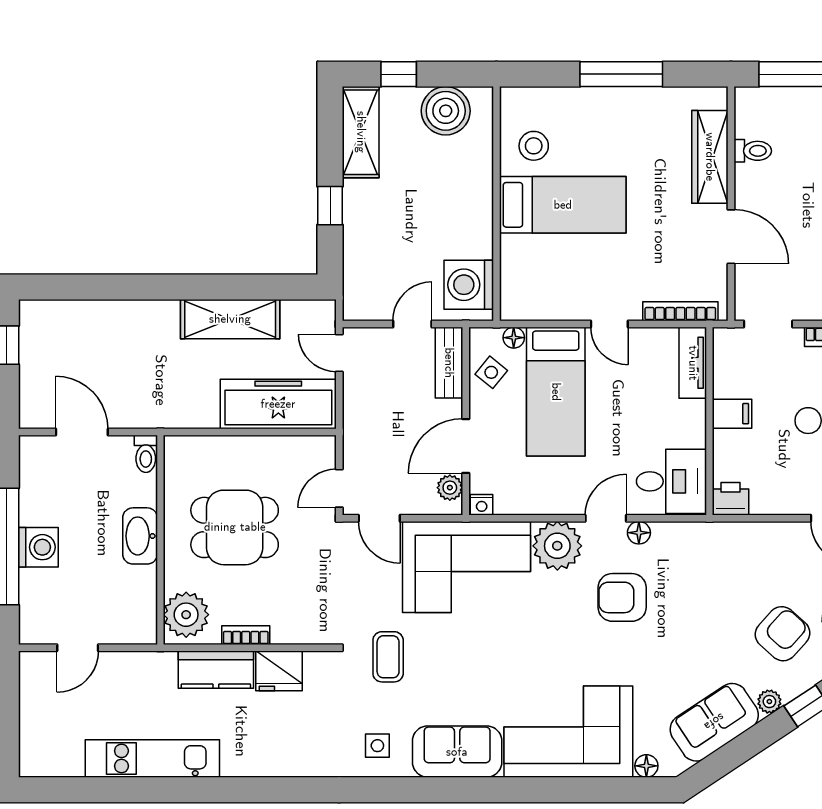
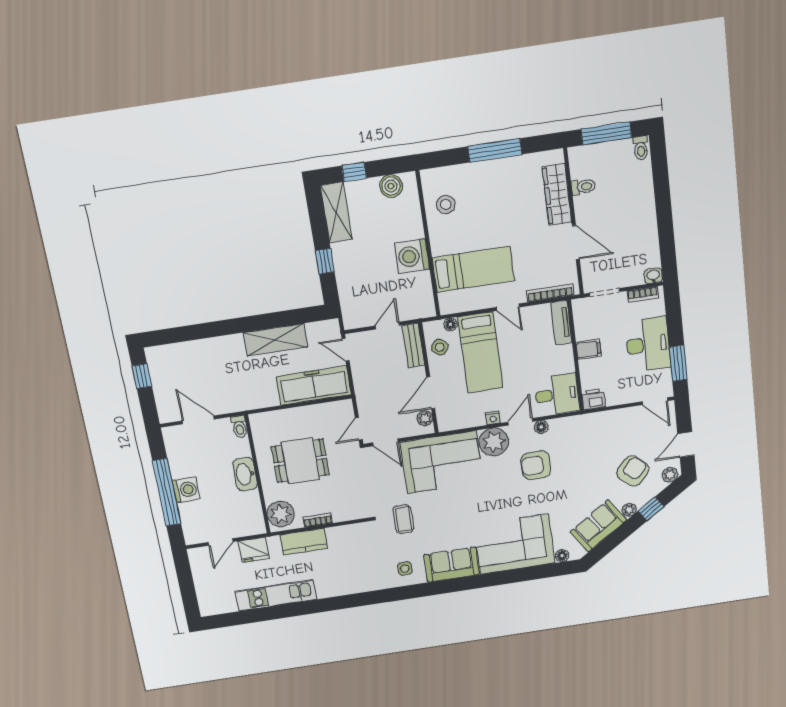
boiler: (446, 111) -> (391, 186), width x0.73, depth x0.73
bed: (563, 205) -> (473, 269), moved
washing machine: (469, 285) -> (412, 256), moved
nightstand: (482, 505) -> (493, 418), moved
fridge: (279, 671) -> (254, 550), moved

